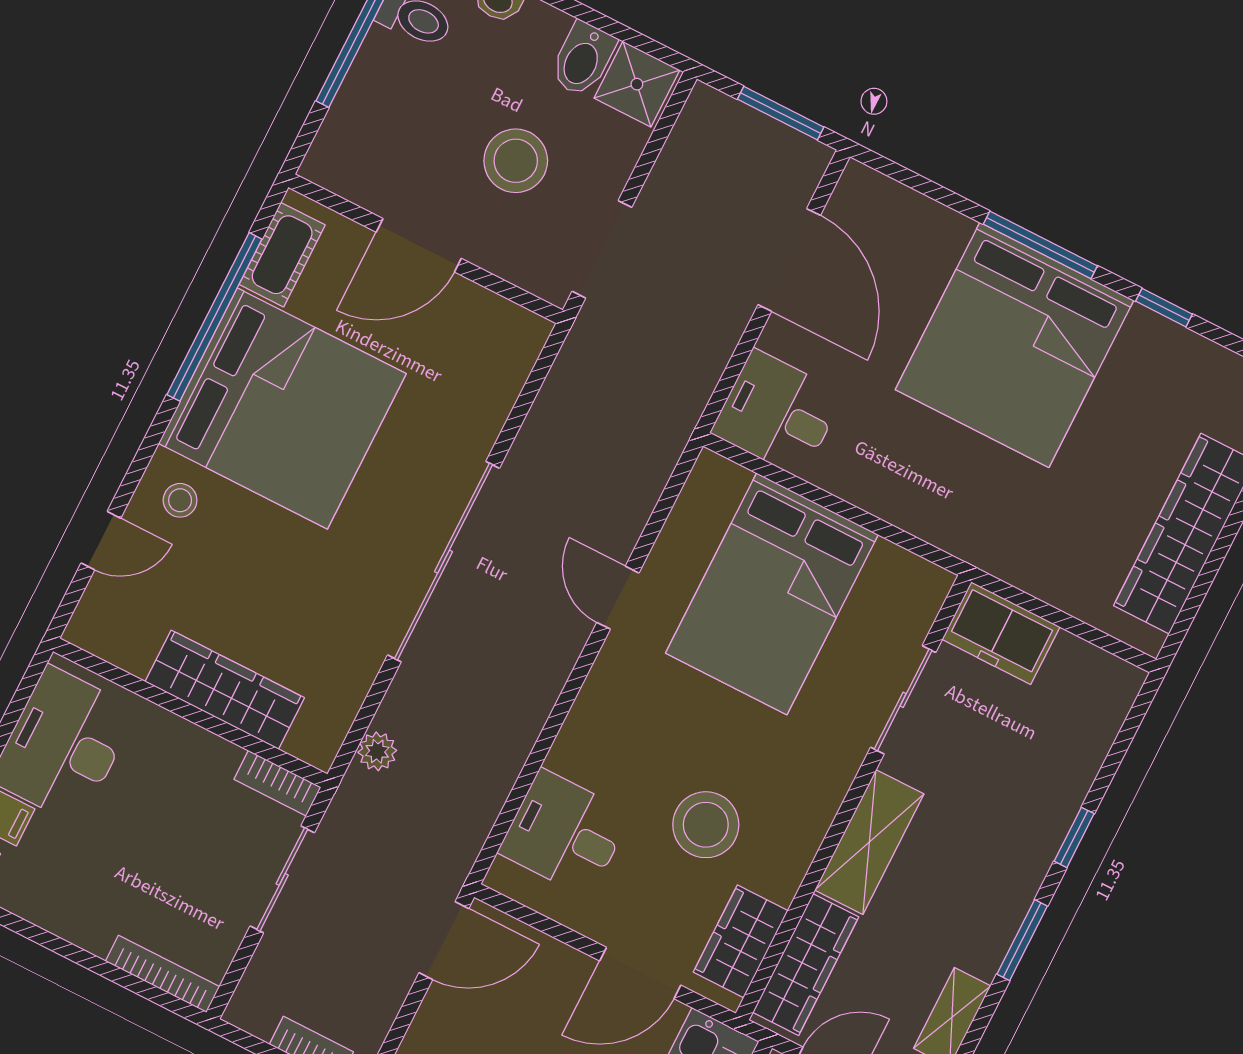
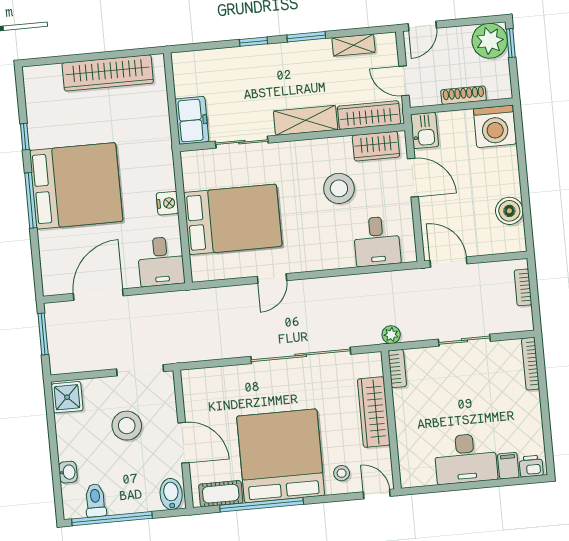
bidet: (583, 59) -> (171, 494), moved, turned -90
nightstand: (877, 493) -> (167, 203), added
wardrobe: (225, 690) -> (374, 412), moved
wall: (190, 713) -> (391, 420), moved
bookcase: (277, 783) -> (397, 369), moved

